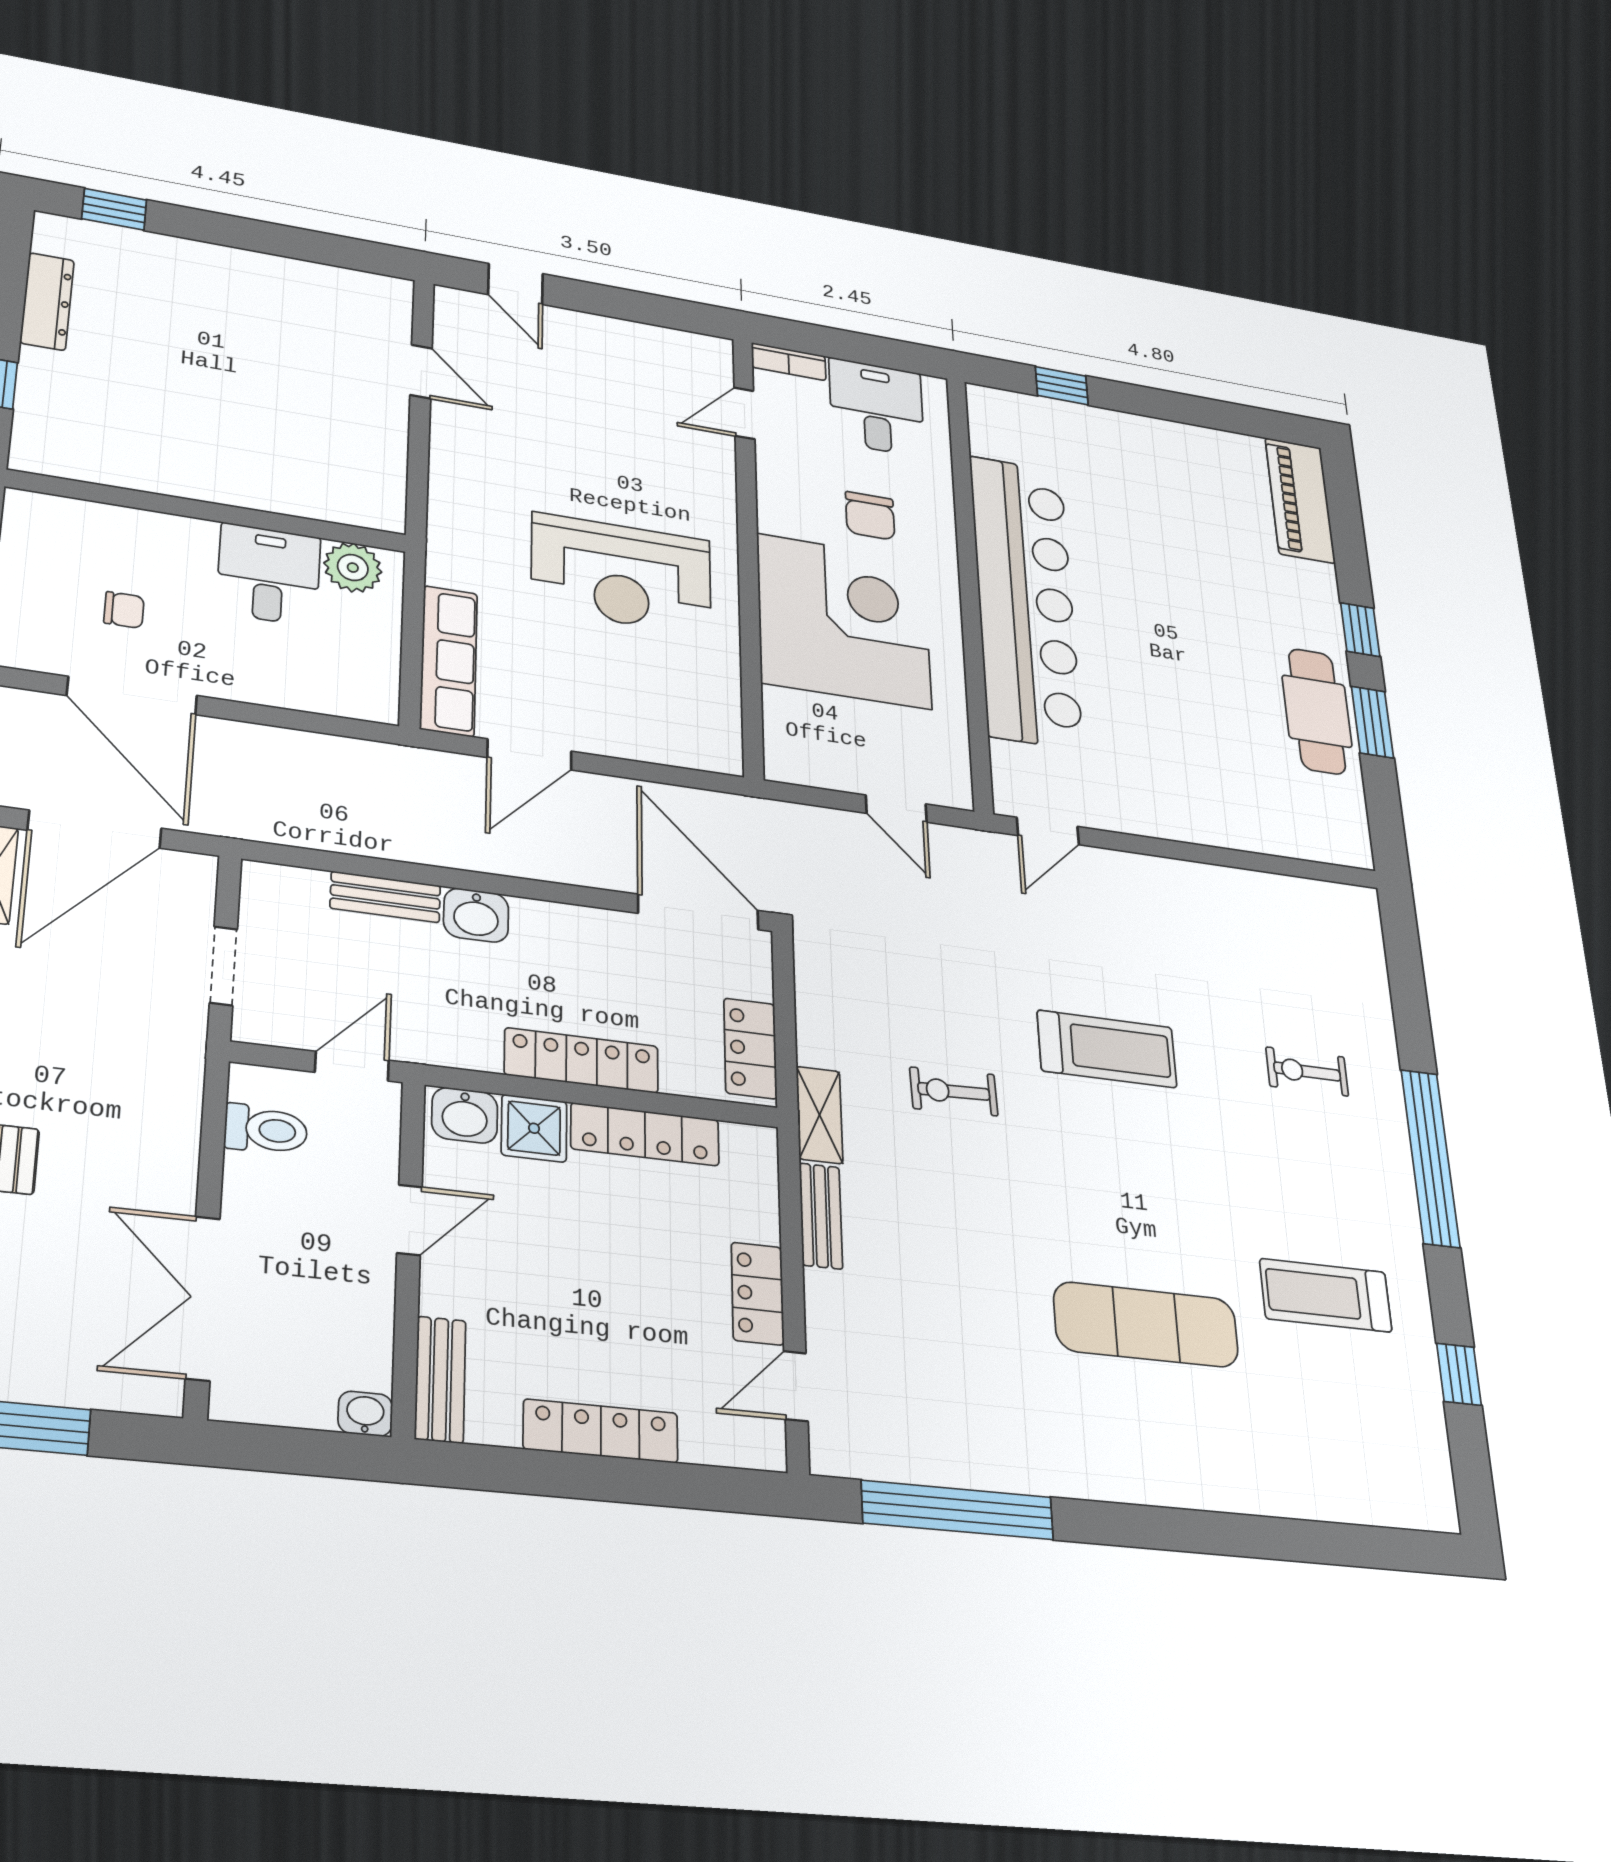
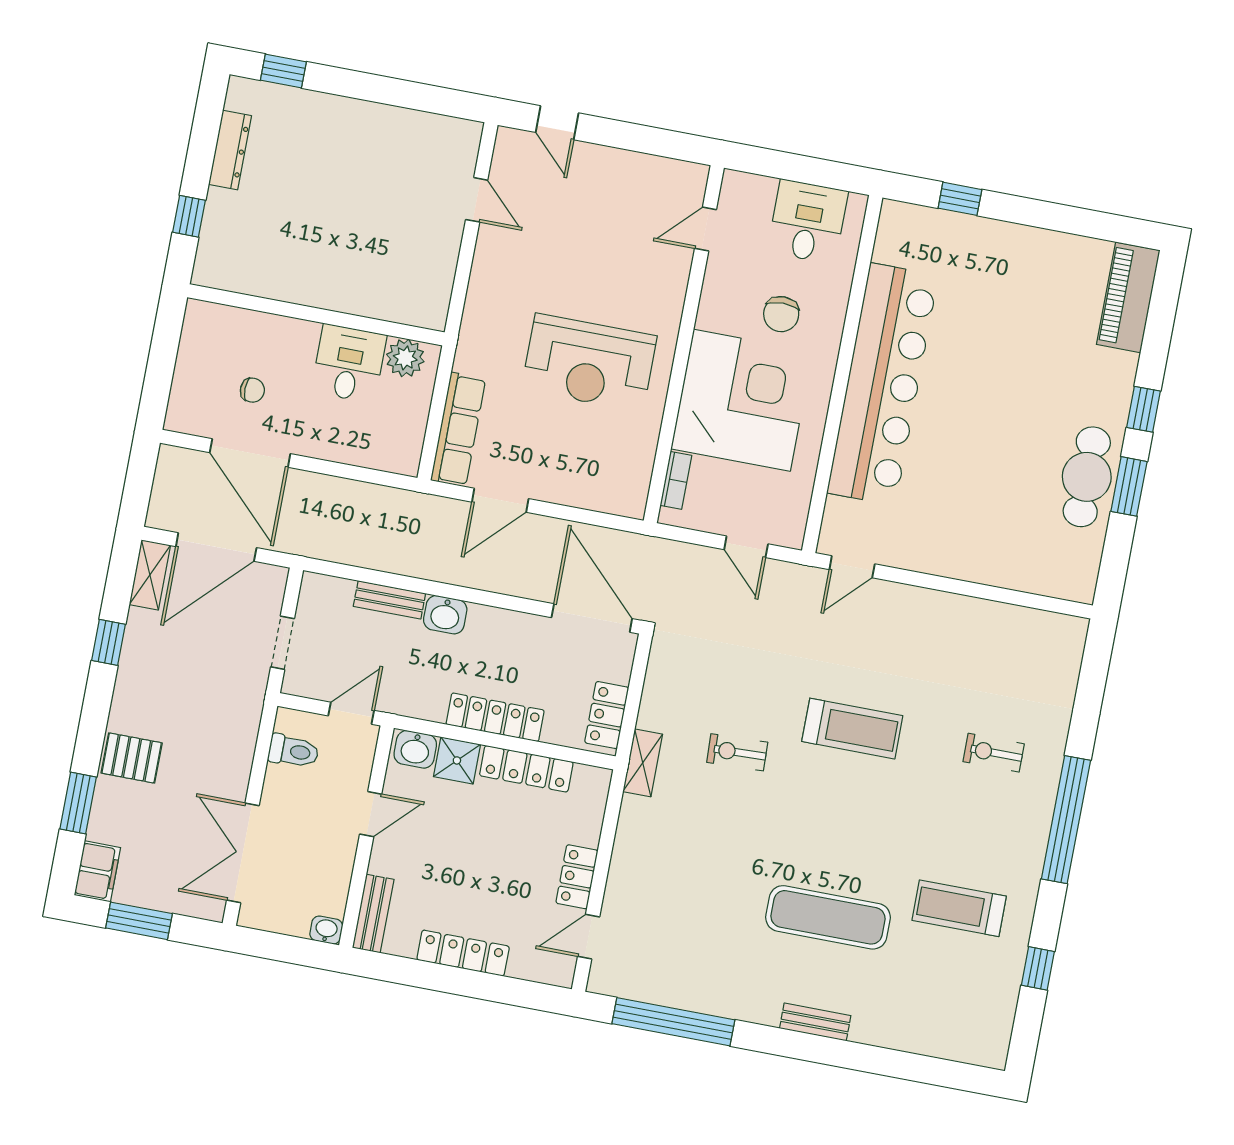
bookcase: (789, 362) -> (676, 480), moved, turned -90
bench: (821, 1216) -> (815, 1022), moved, turned 90

